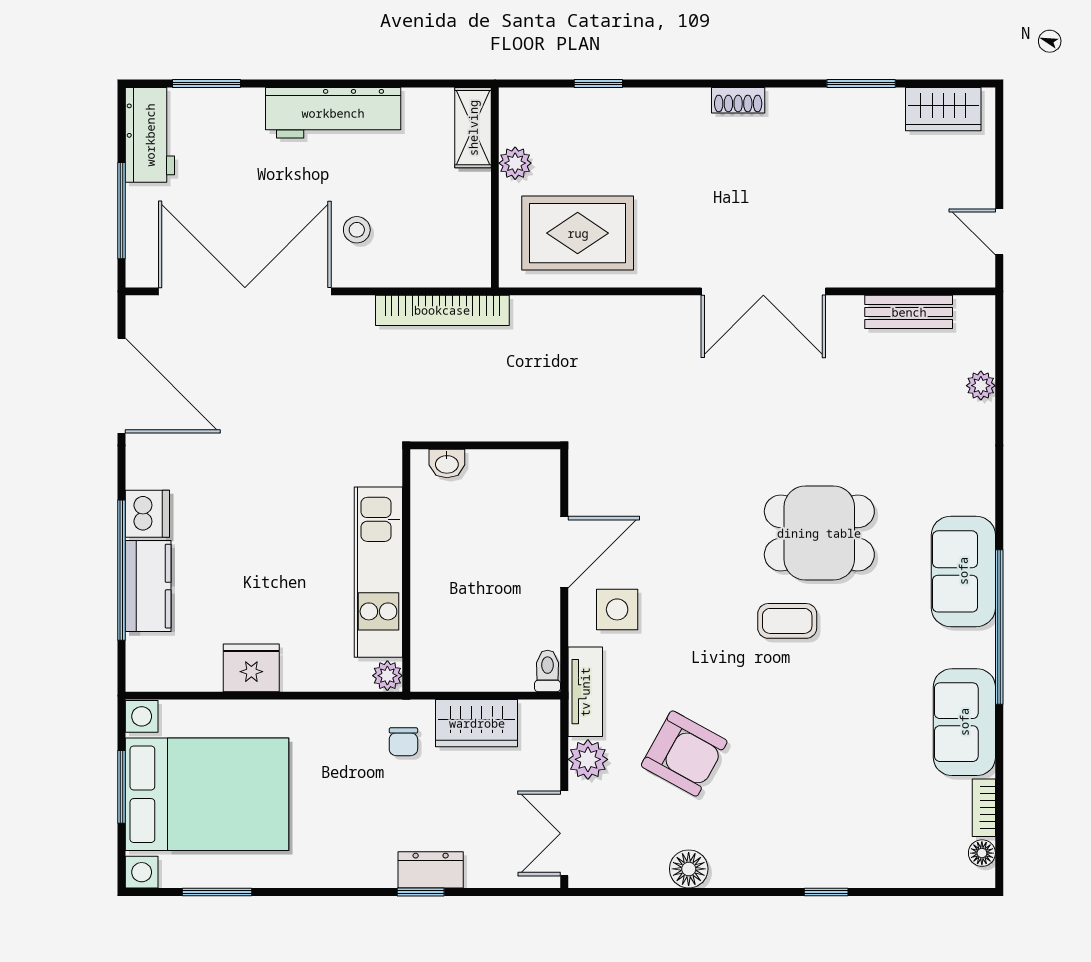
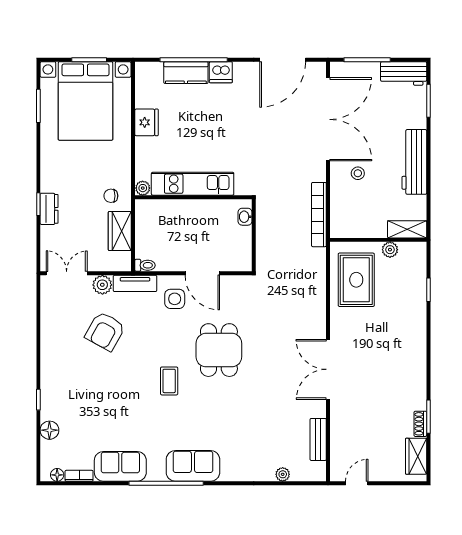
shoe rack: (738, 100) -> (420, 424), moved
dining table: (819, 533) -> (219, 350), moved
floor lamp: (689, 869) -> (49, 430), moved

